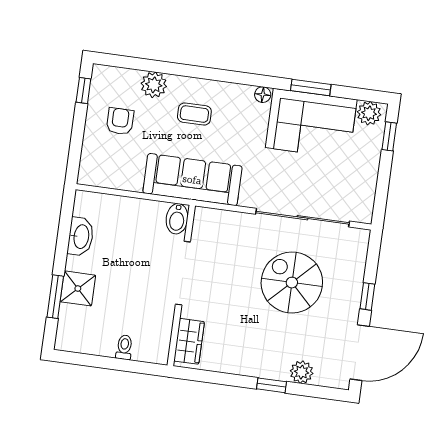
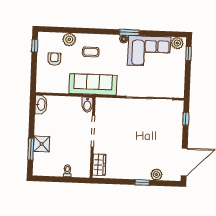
window: (311, 88) -> (129, 32), moved
washbasin: (81, 237) -> (41, 105), moved
spiral stairs: (292, 283) -> (147, 131), removed
window: (367, 296) -> (186, 119), moved

